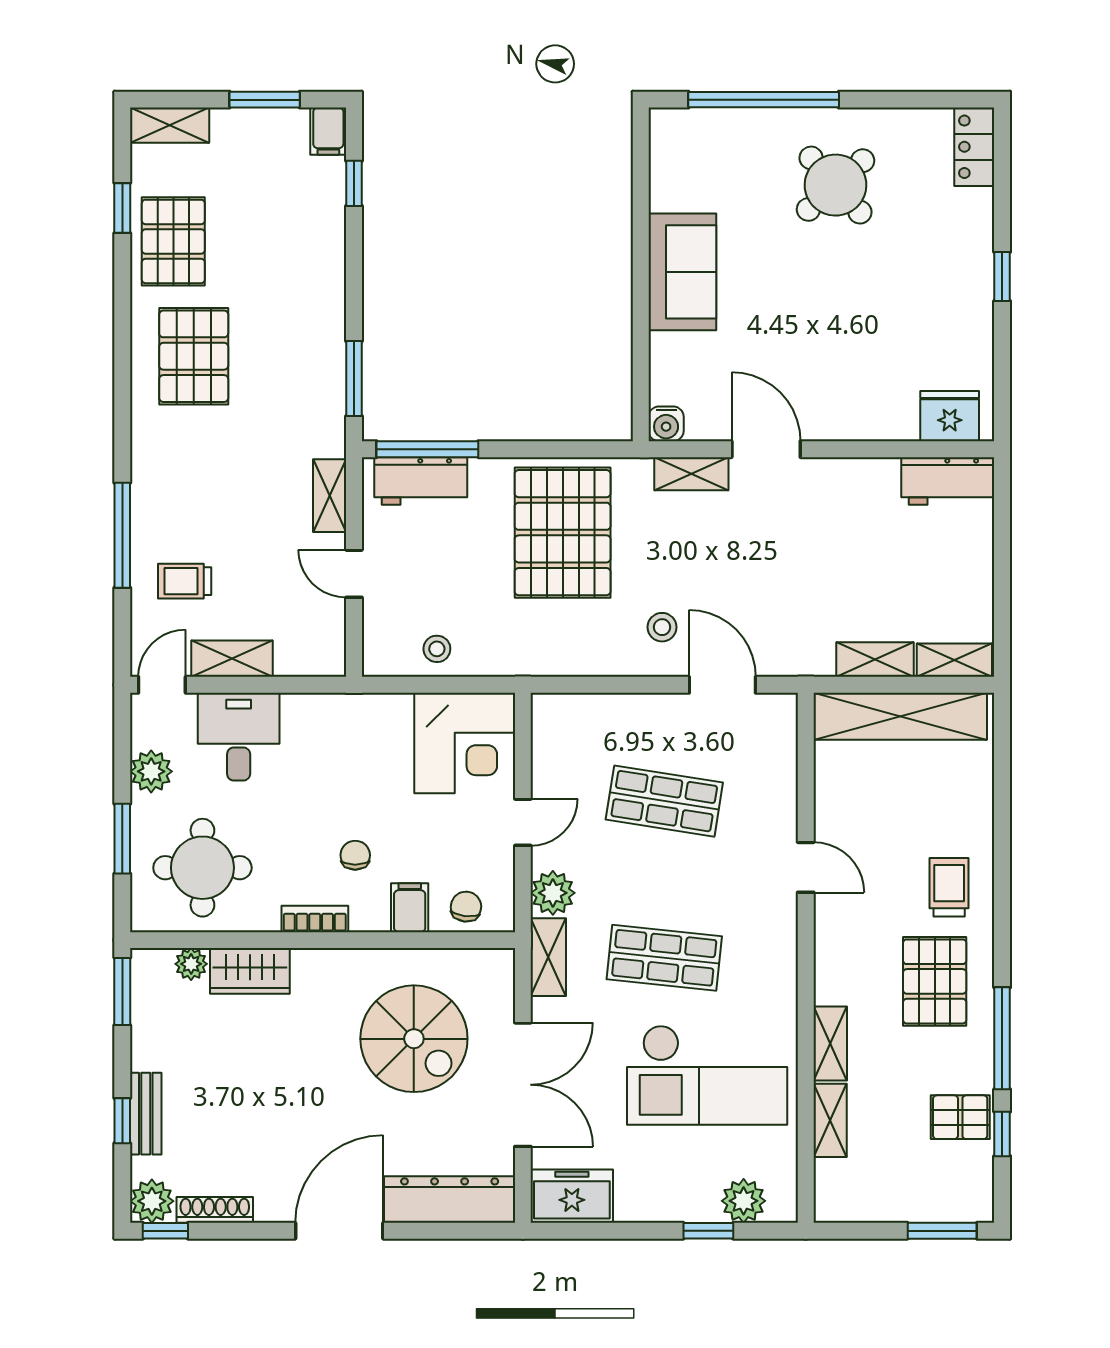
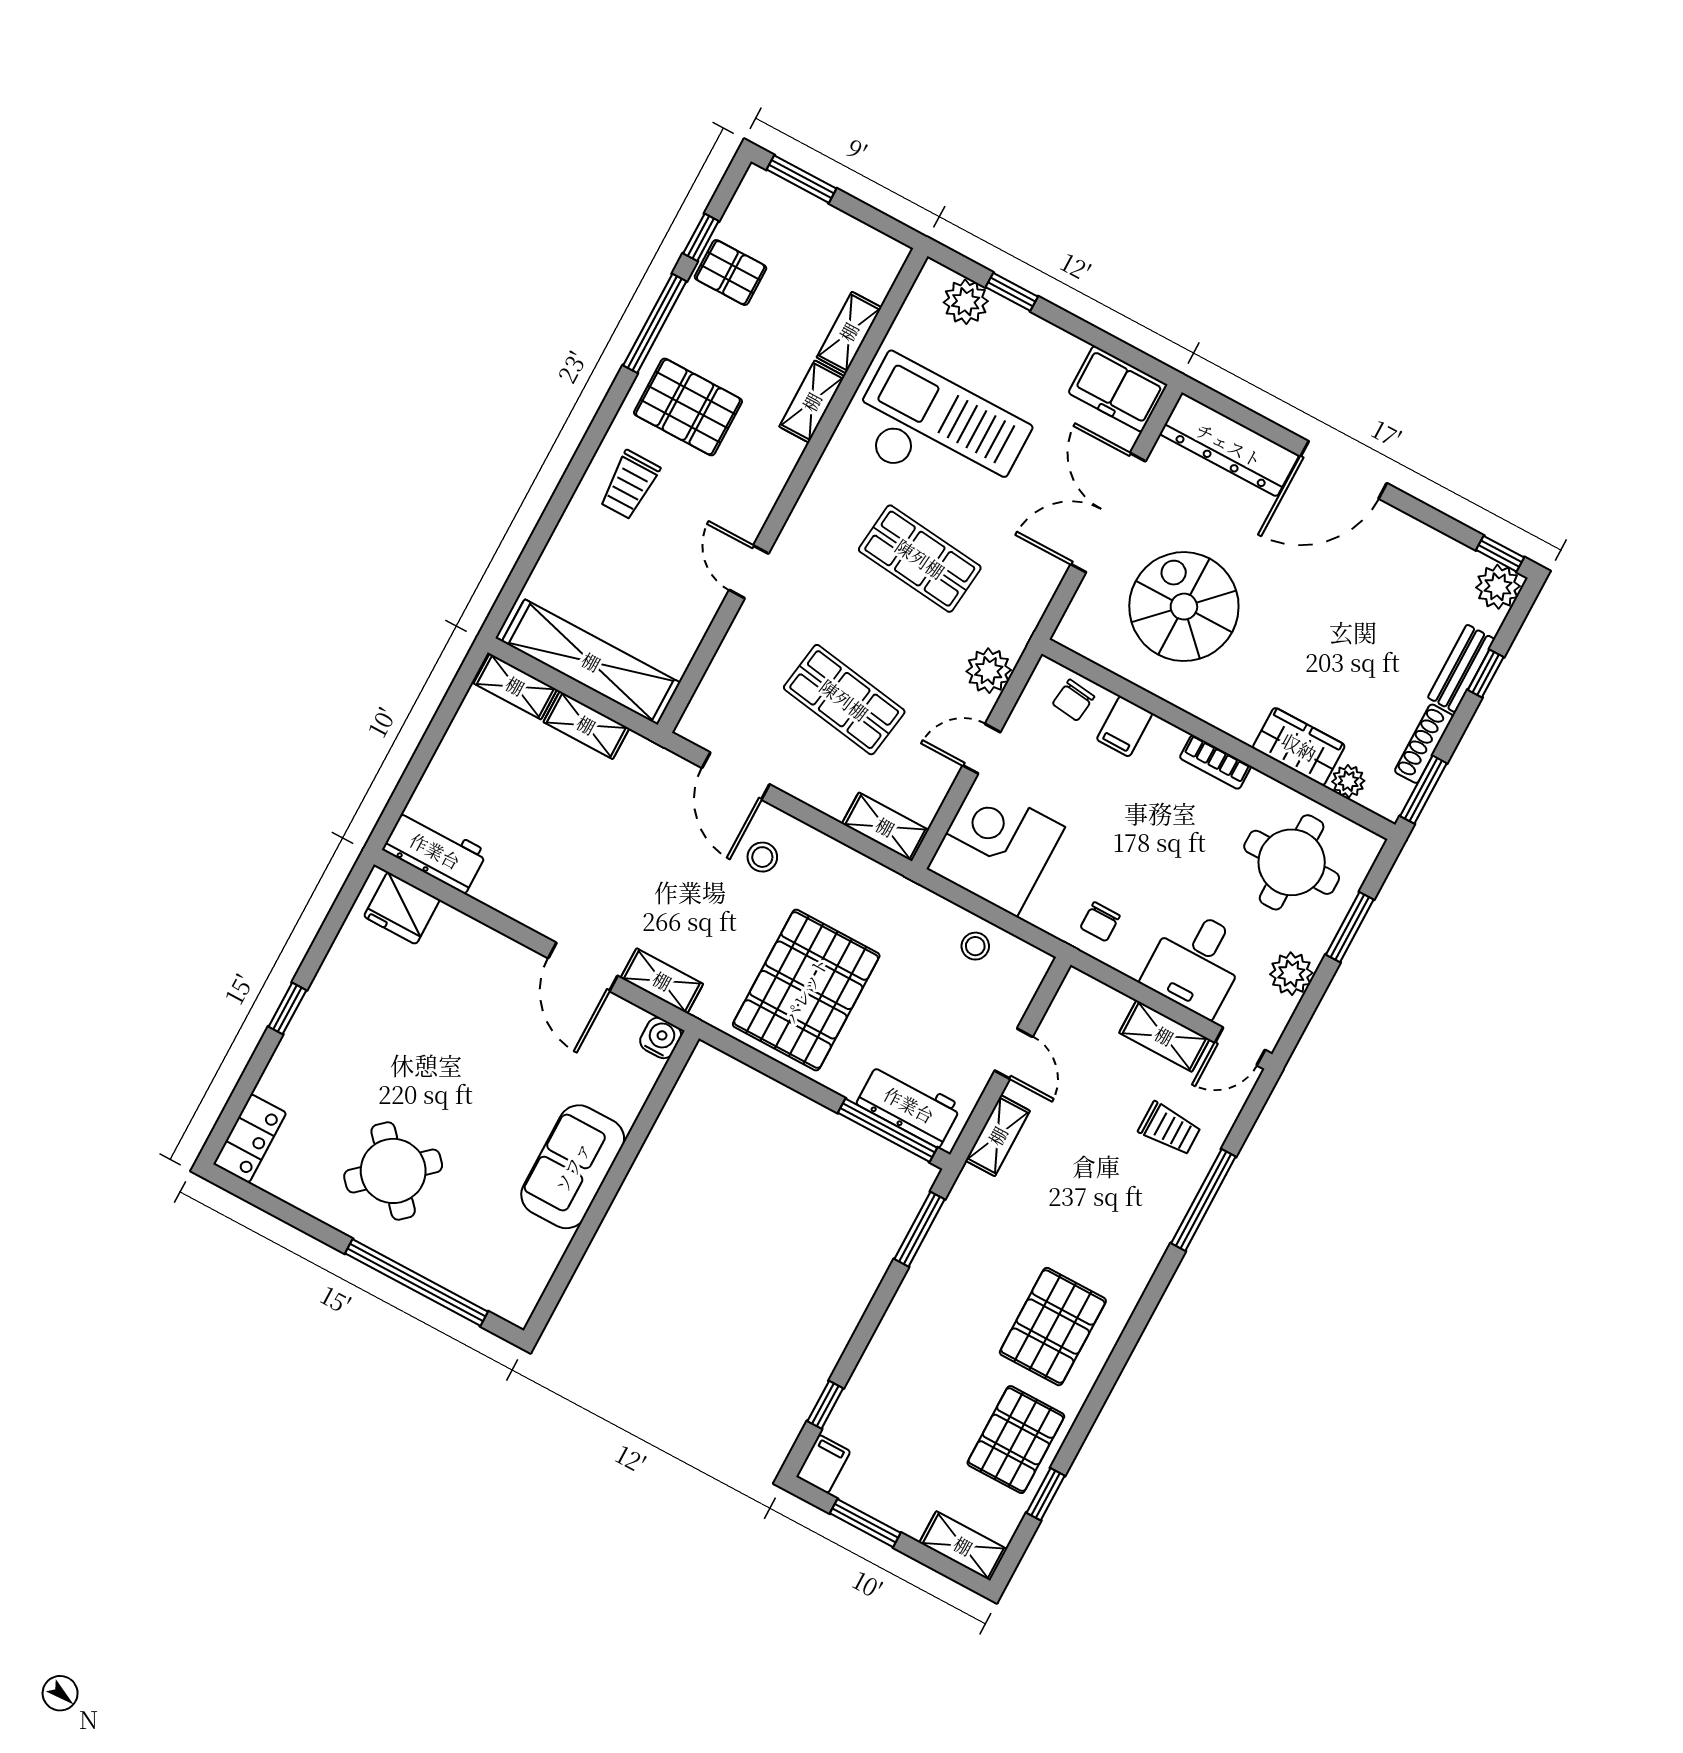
chair: (355, 855) -> (1100, 922), moved
shelving: (548, 957) -> (885, 827), moved, turned 90
pallet: (935, 981) -> (688, 407), turned 90
shoe rack: (215, 1210) -> (1424, 744), moved, turned 90

